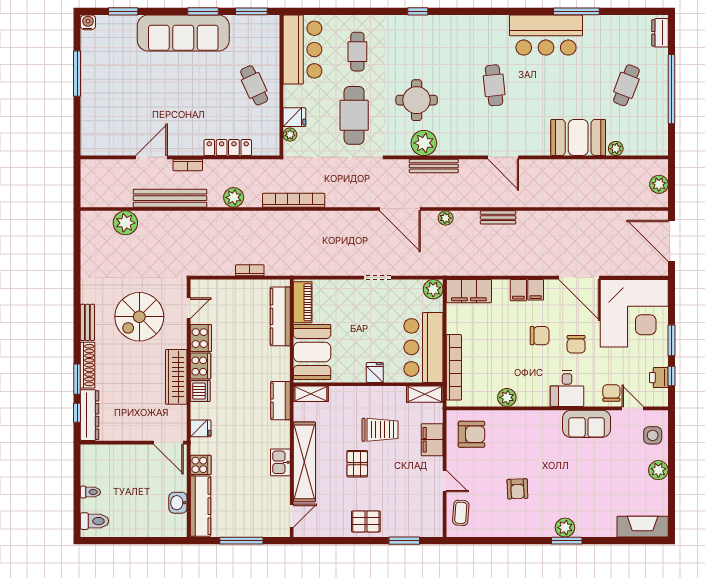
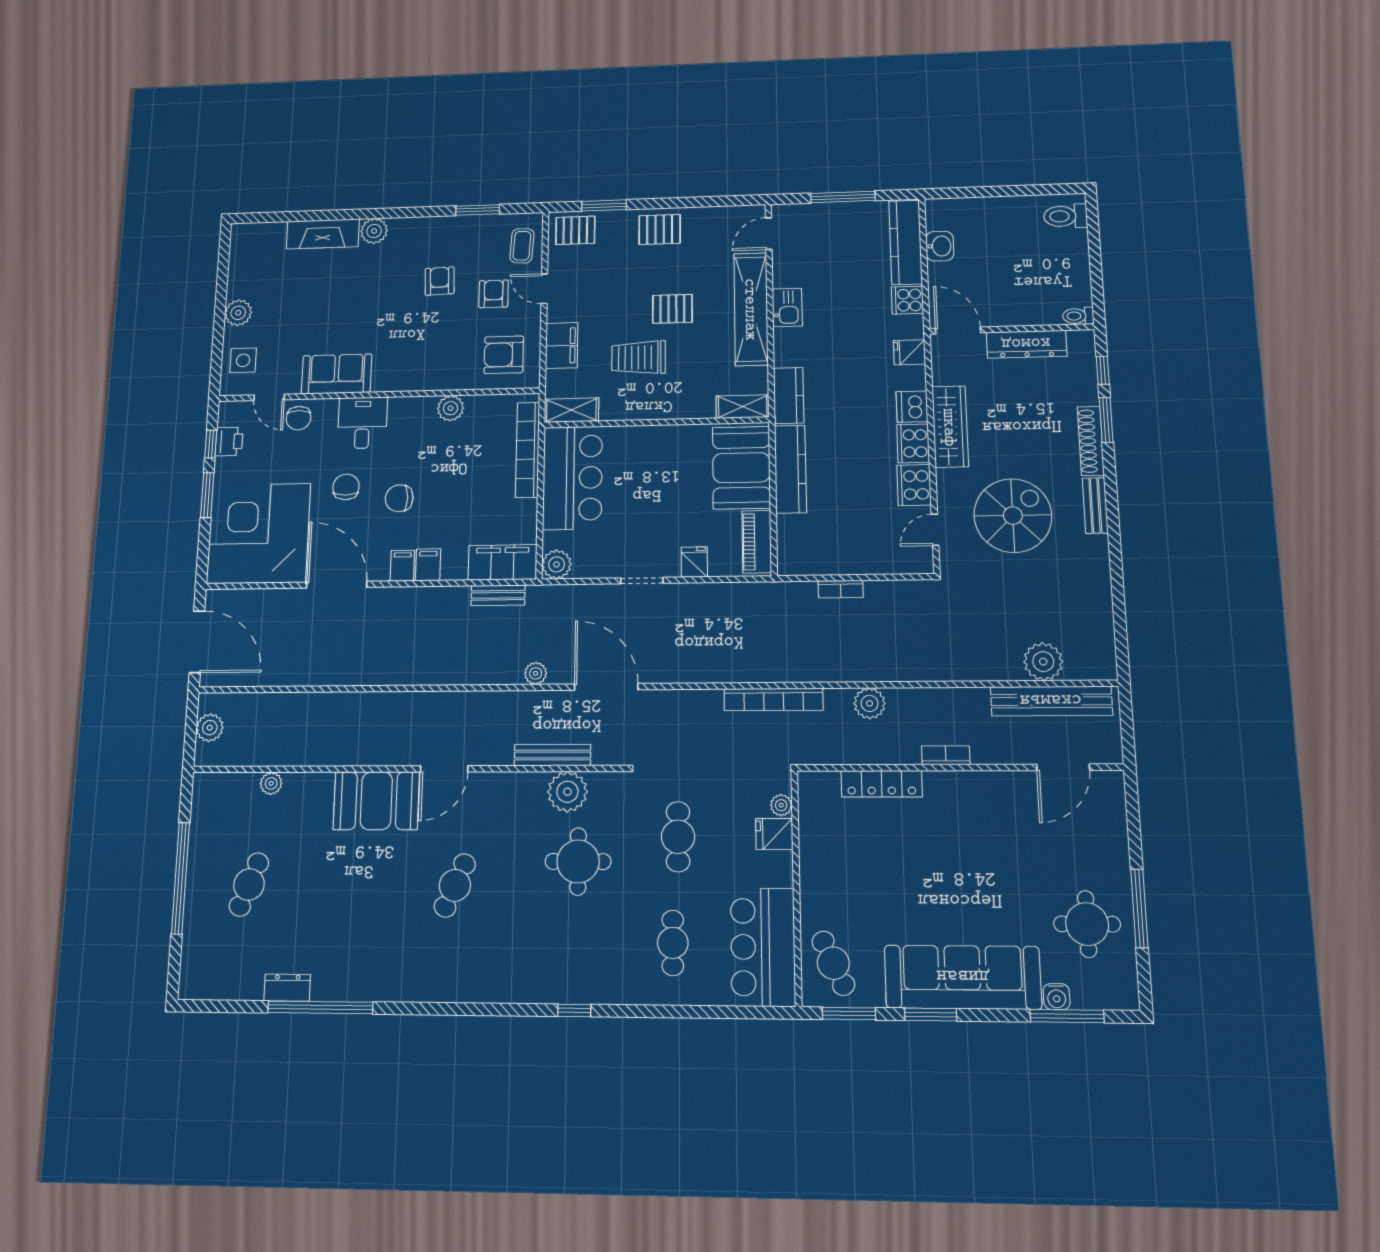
window: (123, 11) -> (1067, 1016), width x1.44
window: (576, 11) -> (320, 1007), width x1.46
water cooler: (88, 22) -> (1057, 997), moved
dresser: (660, 33) -> (287, 988), moved, turned -90
bar counter: (546, 35) -> (370, 968), removed
round table: (108, 64) -> (1087, 924), added
cafe table: (254, 85) -> (833, 963), moved
cafe table: (494, 85) -> (455, 885), turned 30
cafe table: (354, 115) -> (678, 837), width x0.73, depth x0.74
booth: (578, 137) -> (376, 801), moved
door: (151, 157) -> (1063, 767), moved
door: (503, 157) -> (444, 769), swing flipped
bench: (170, 198) -> (1051, 701), moved
bench: (498, 217) -> (498, 595), moved
kitchen counter: (280, 316) -> (790, 469), moved
fridge: (375, 372) -> (694, 562), moved, turned 180
dresser: (90, 415) -> (1026, 344), moved, turned -90
pallet: (357, 464) -> (672, 309), turned 90
armchair: (480, 478) -> (494, 294), added
toilet: (90, 492) -> (1078, 316), moved
pallet: (424, 523) -> (575, 230), added
fireplace: (643, 527) -> (323, 234), moved
window: (567, 541) -> (478, 210), moved

